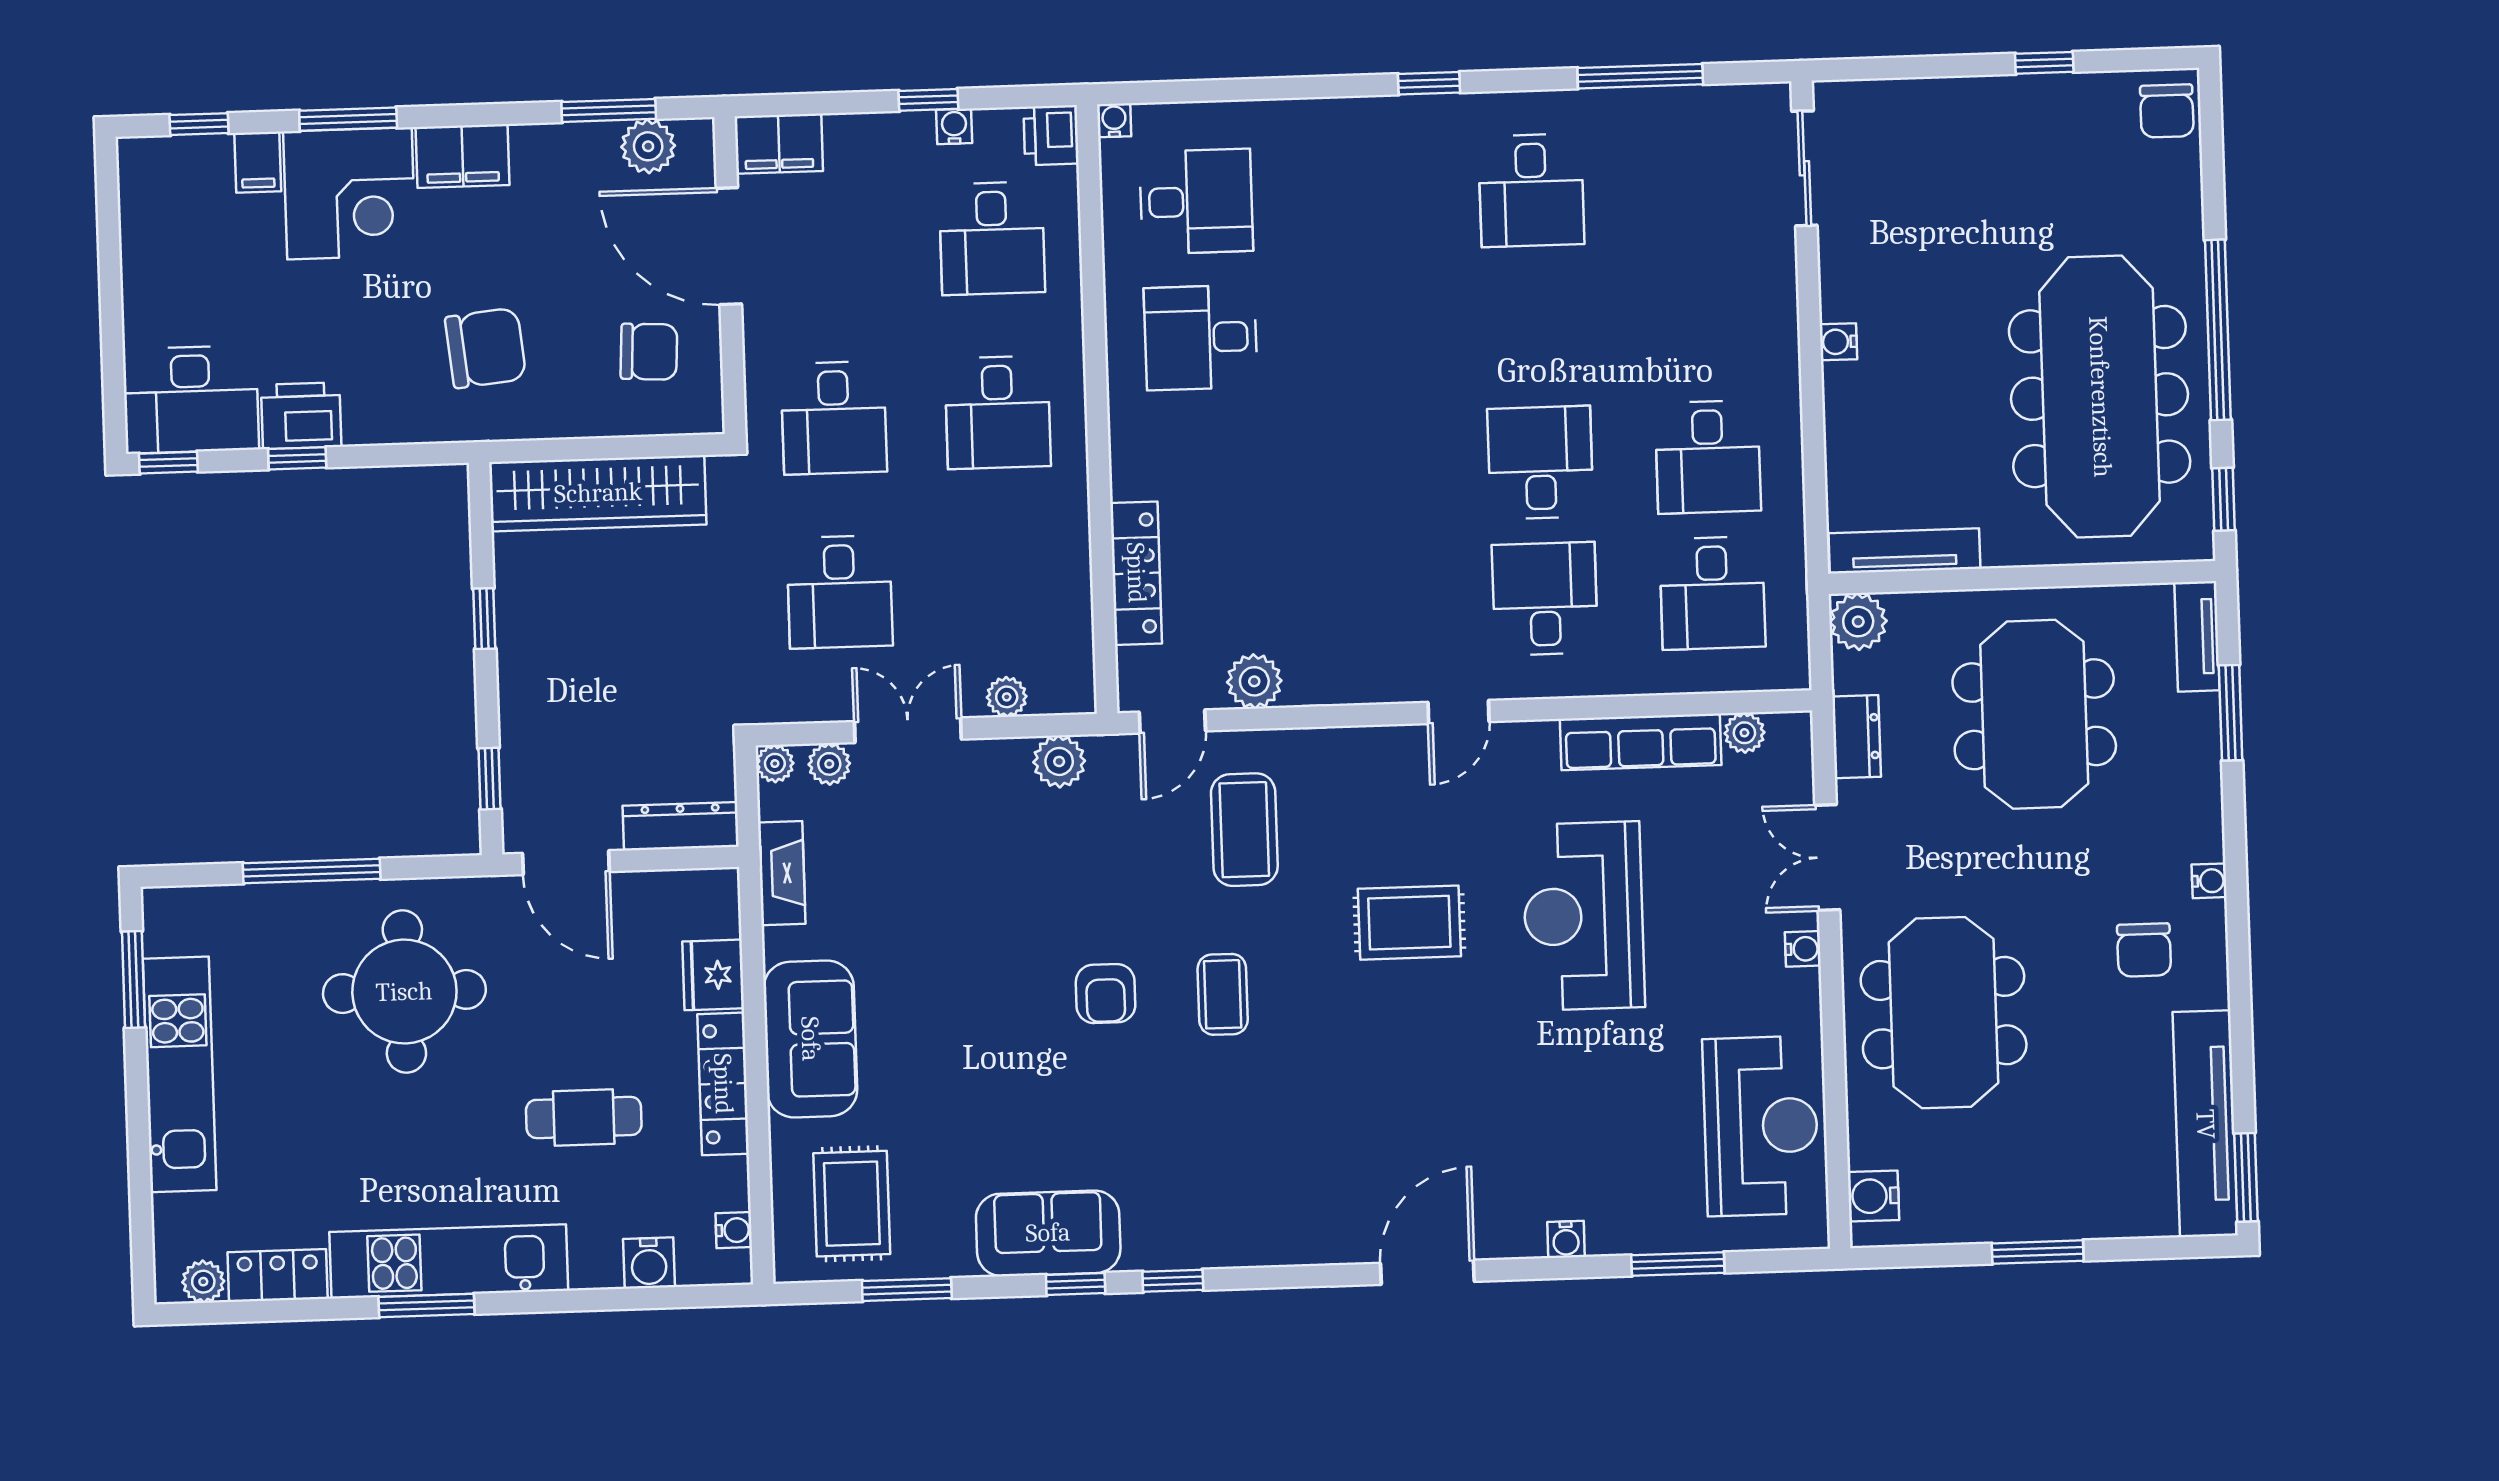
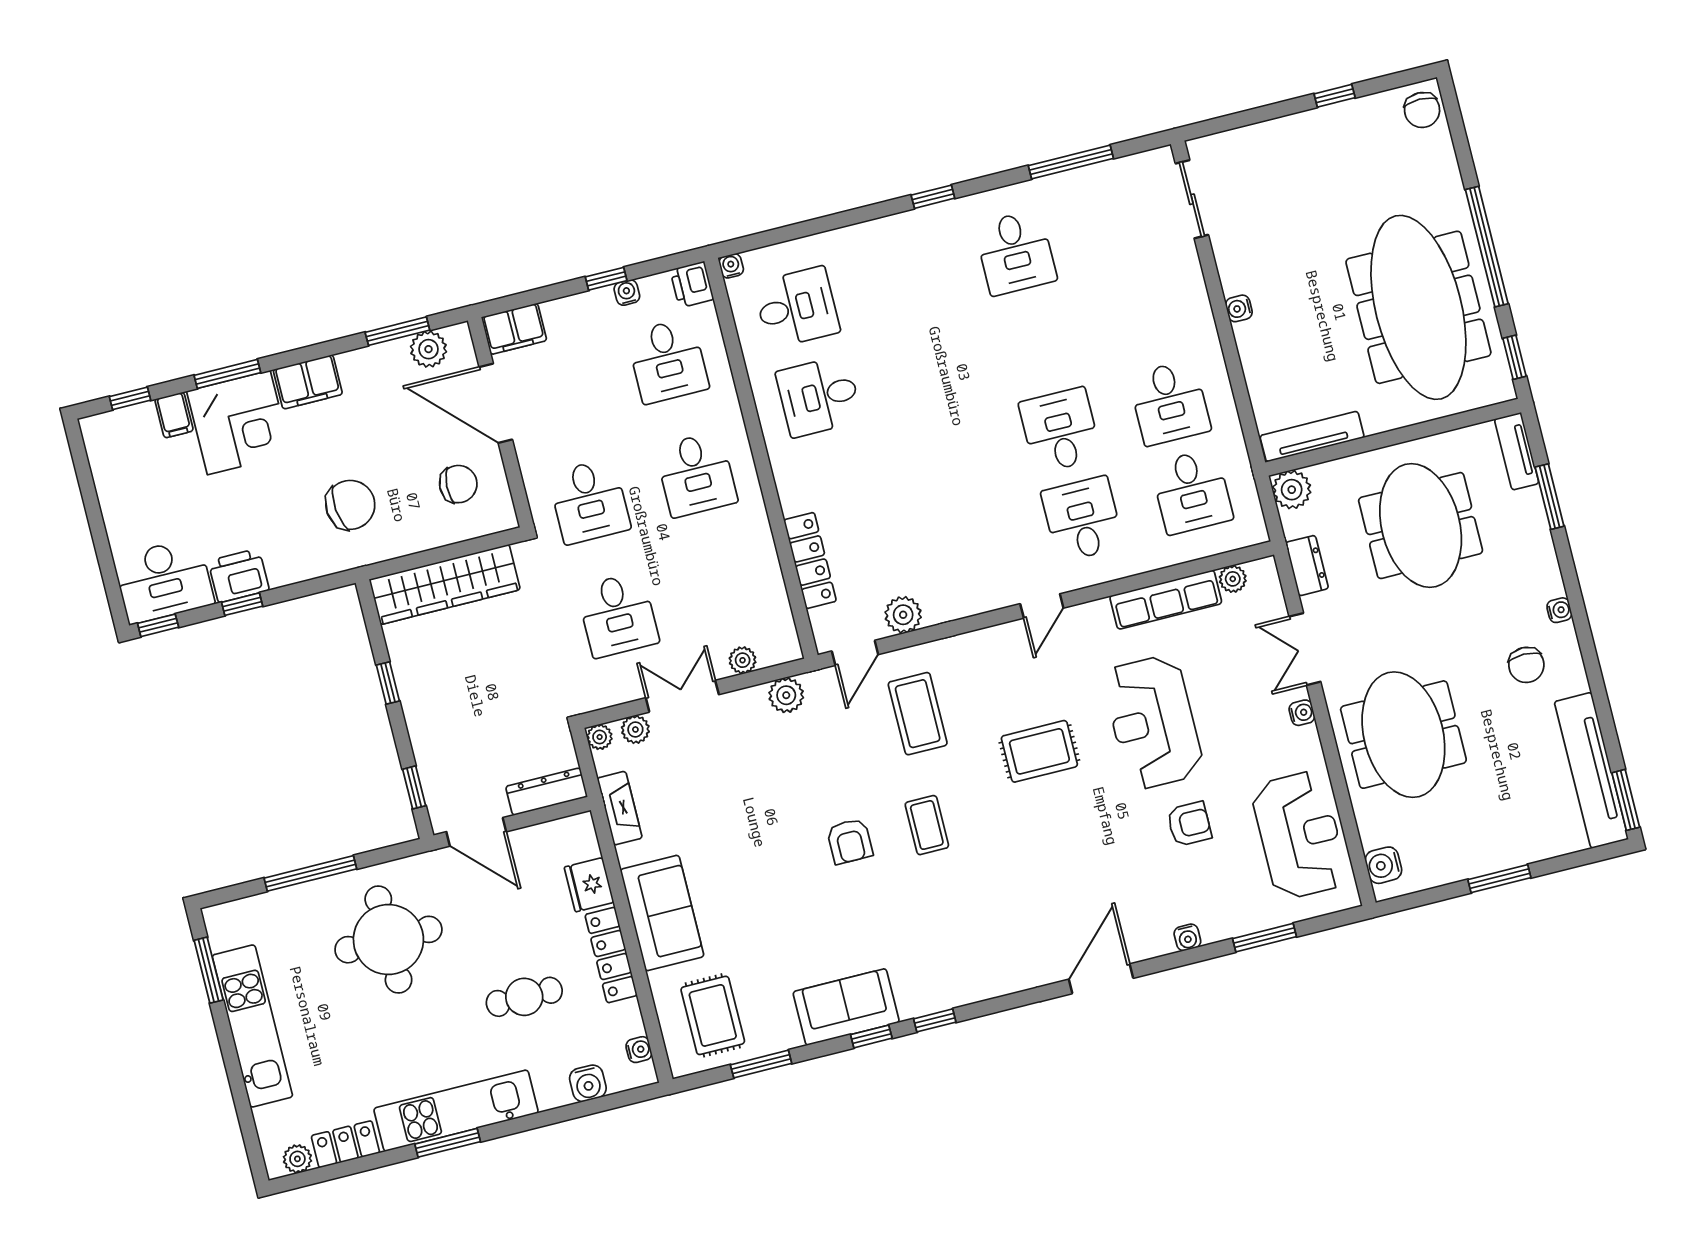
armchair: (1604, 1075) -> (1189, 824), added

